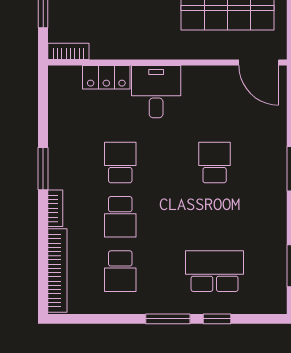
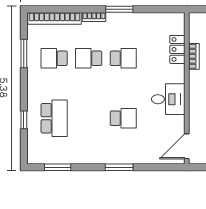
bookcase: (68, 51) -> (194, 56), moved
desk: (156, 92) -> (168, 99), moved
window: (168, 319) -> (24, 53), moved

